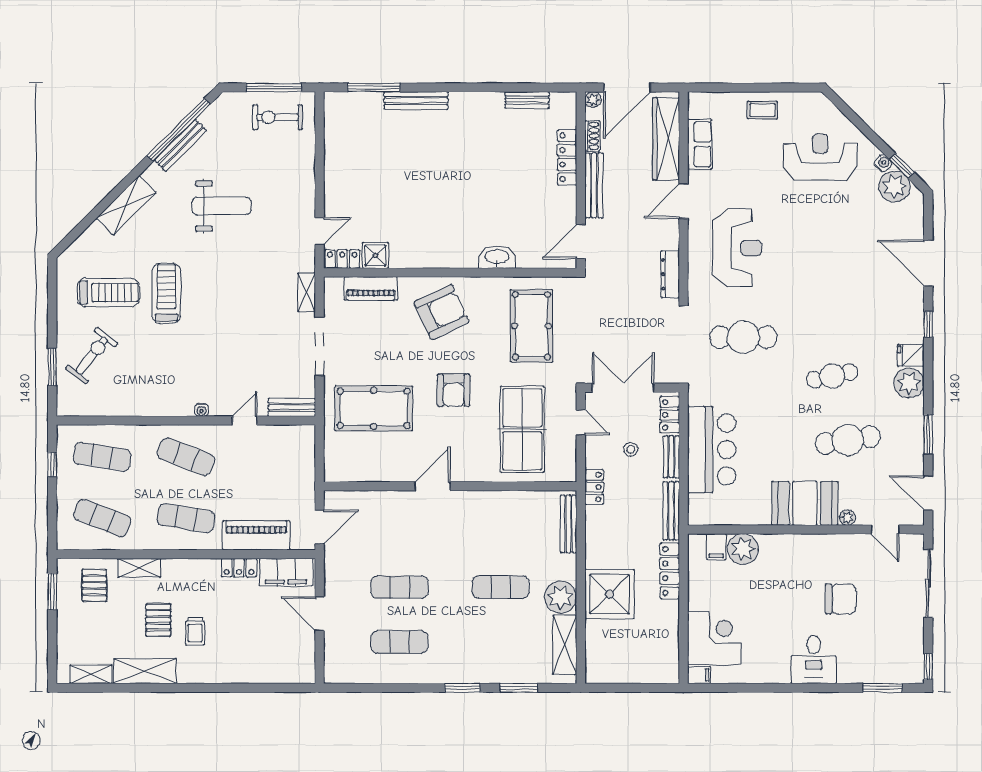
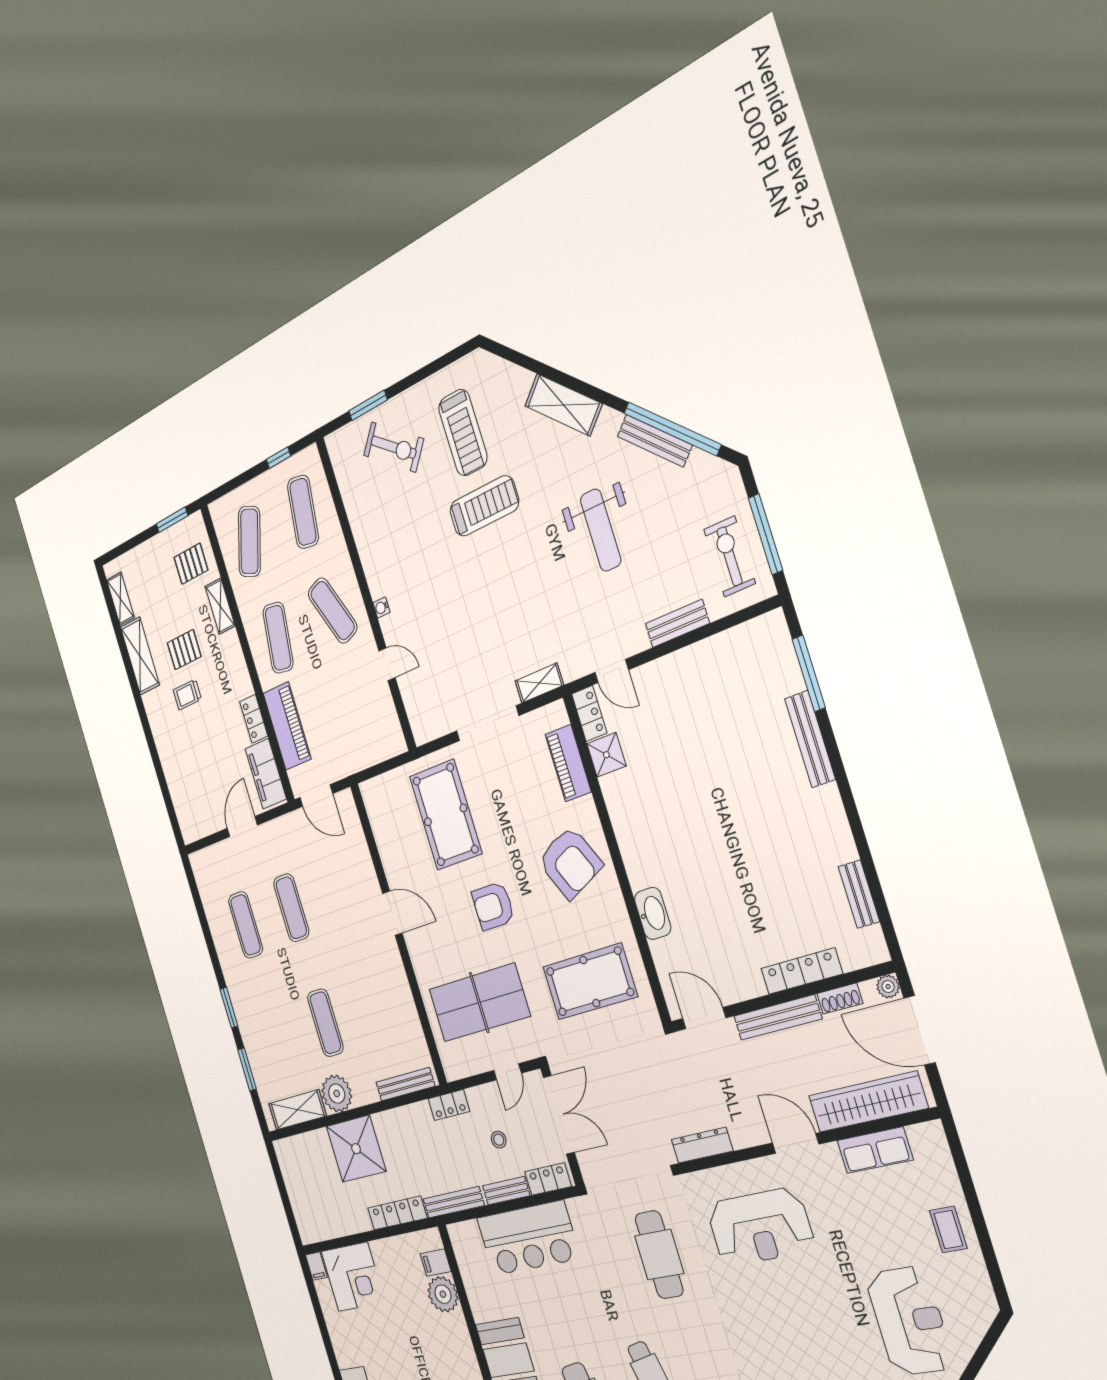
bench: (292, 407) -> (677, 623), moved, turned 90
exercise mat: (186, 457) -> (333, 611), turned -42

